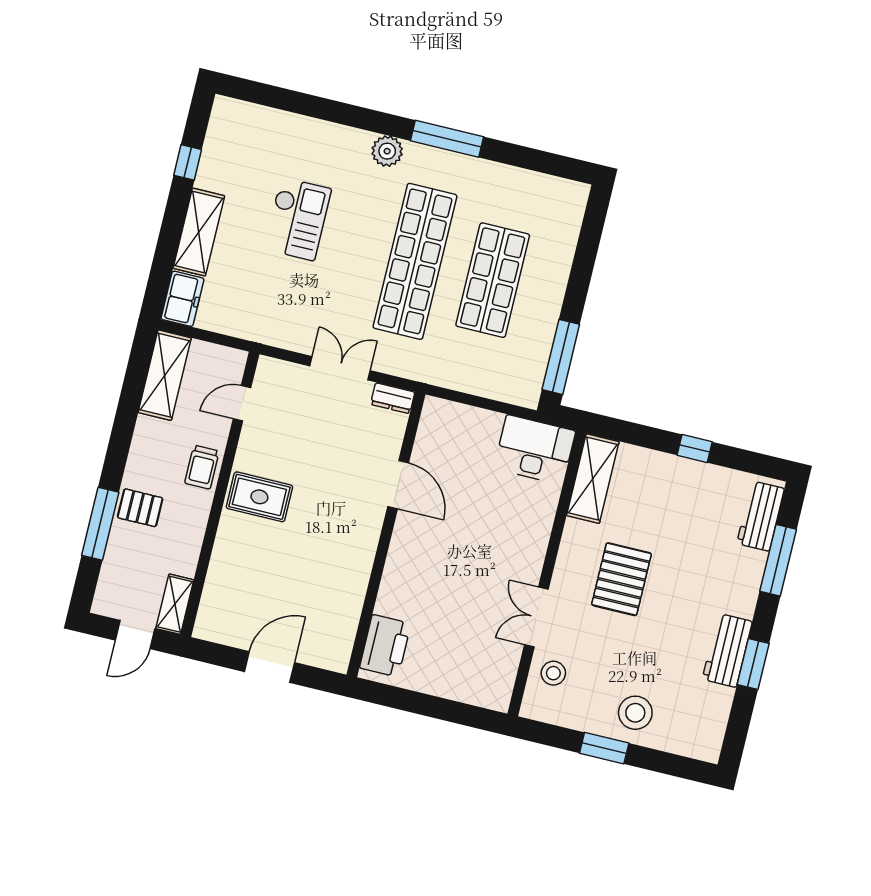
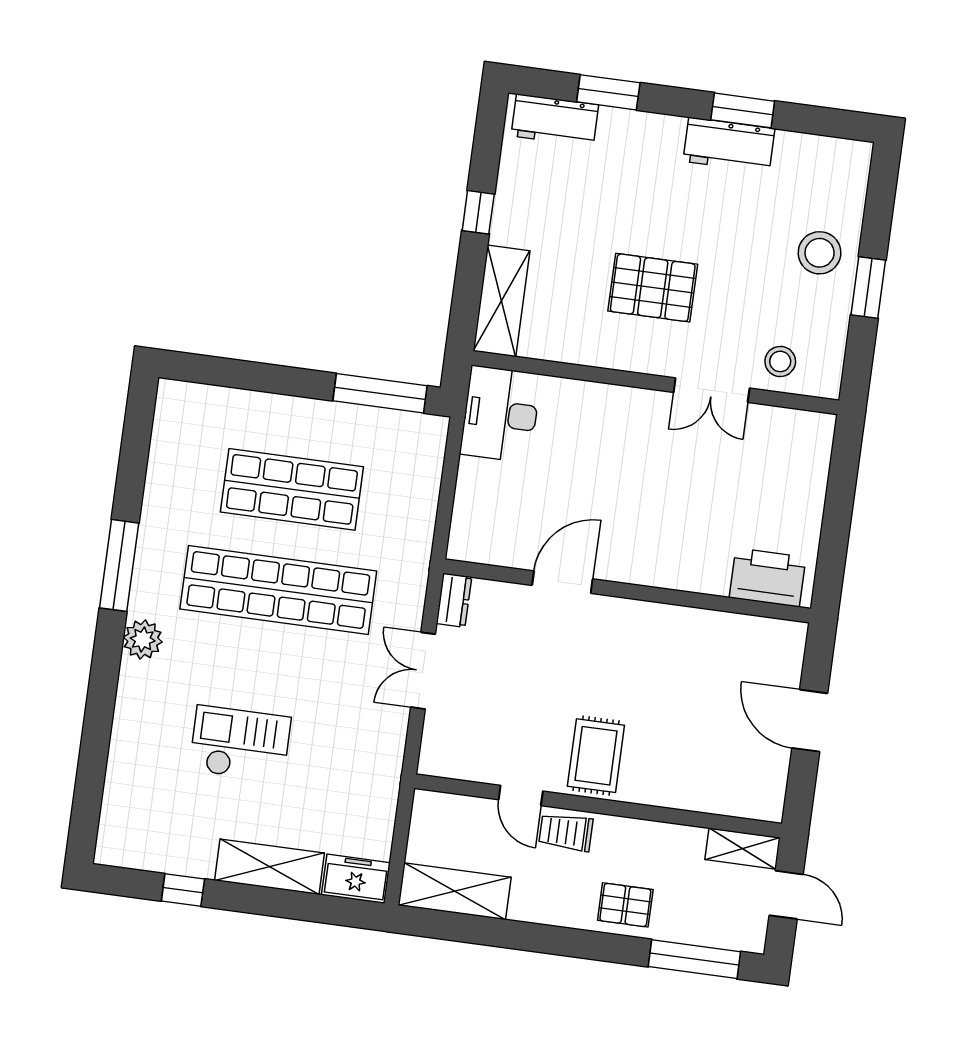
door: (242, 403) -> (521, 795), moved
trolley: (202, 467) -> (566, 832), turned 180
shelving: (593, 479) -> (502, 301), moved, turned 90
pallet: (140, 508) -> (625, 905), turned 90
window: (100, 524) -> (694, 959), moved
window: (778, 560) -> (608, 92), width x0.69

